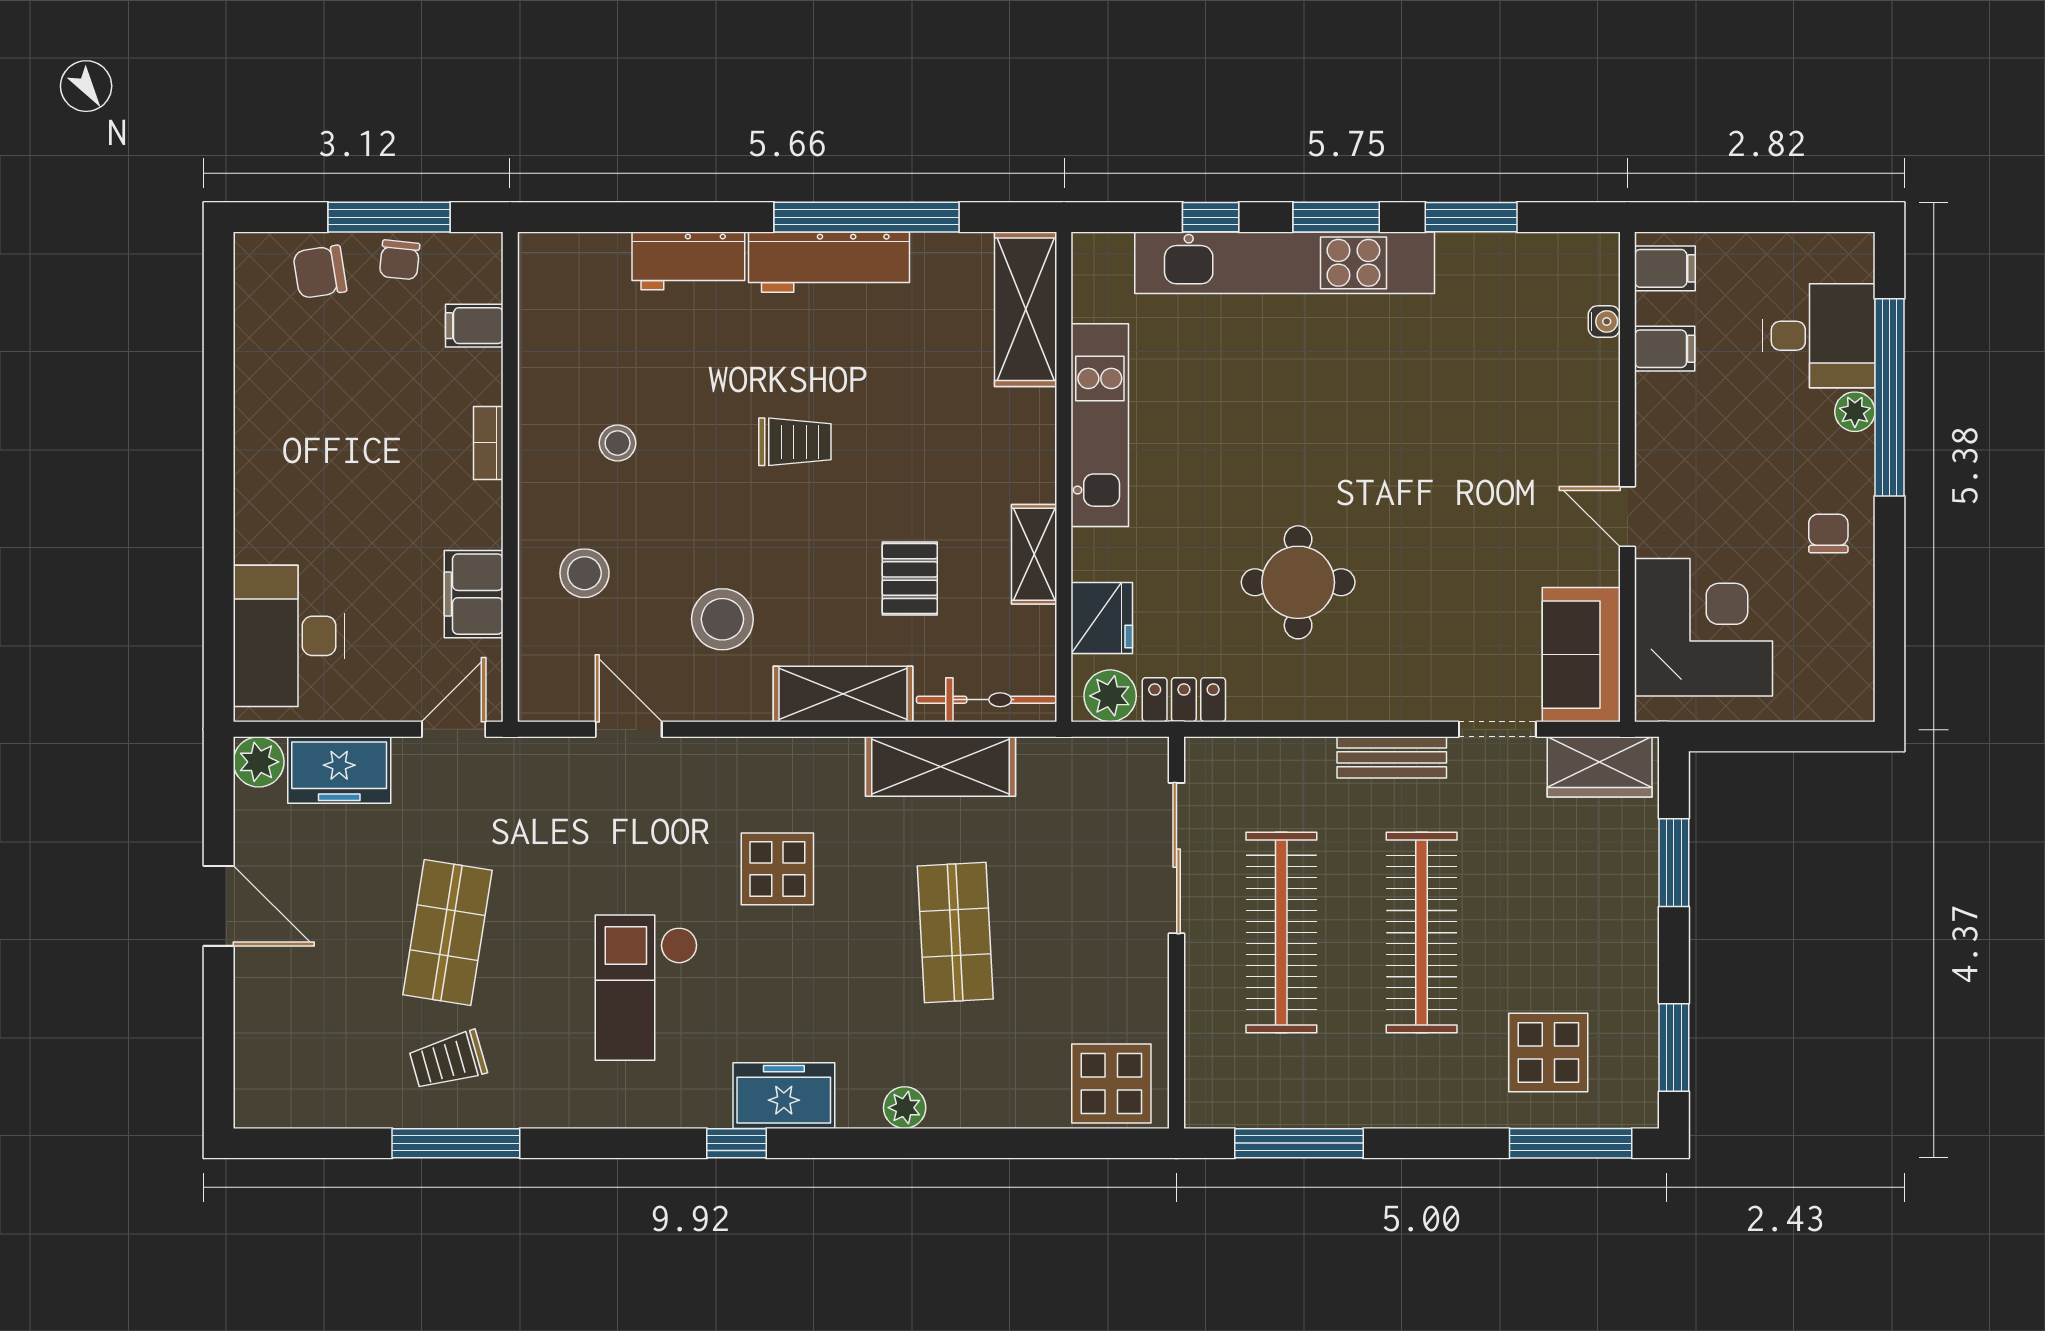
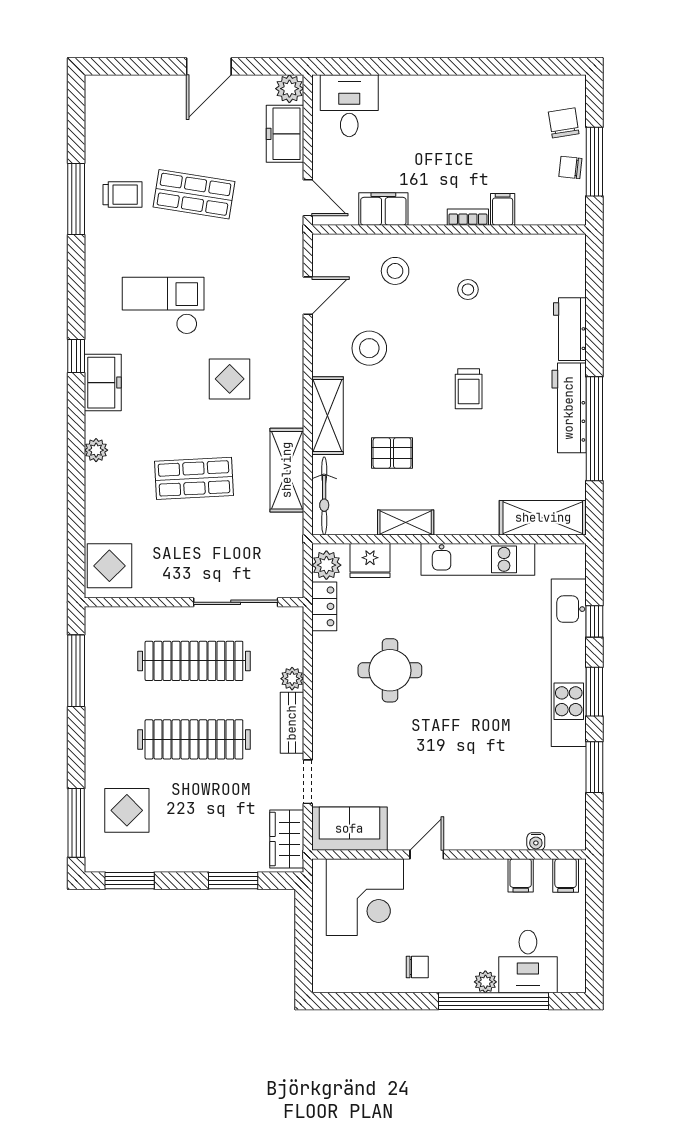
filing cabinet: (474, 326) -> (503, 209), moved
desk: (289, 636) -> (349, 106), width x0.73
plant: (1313, 757) -> (292, 679), added
trolley: (448, 1060) -> (122, 195), turned 106

